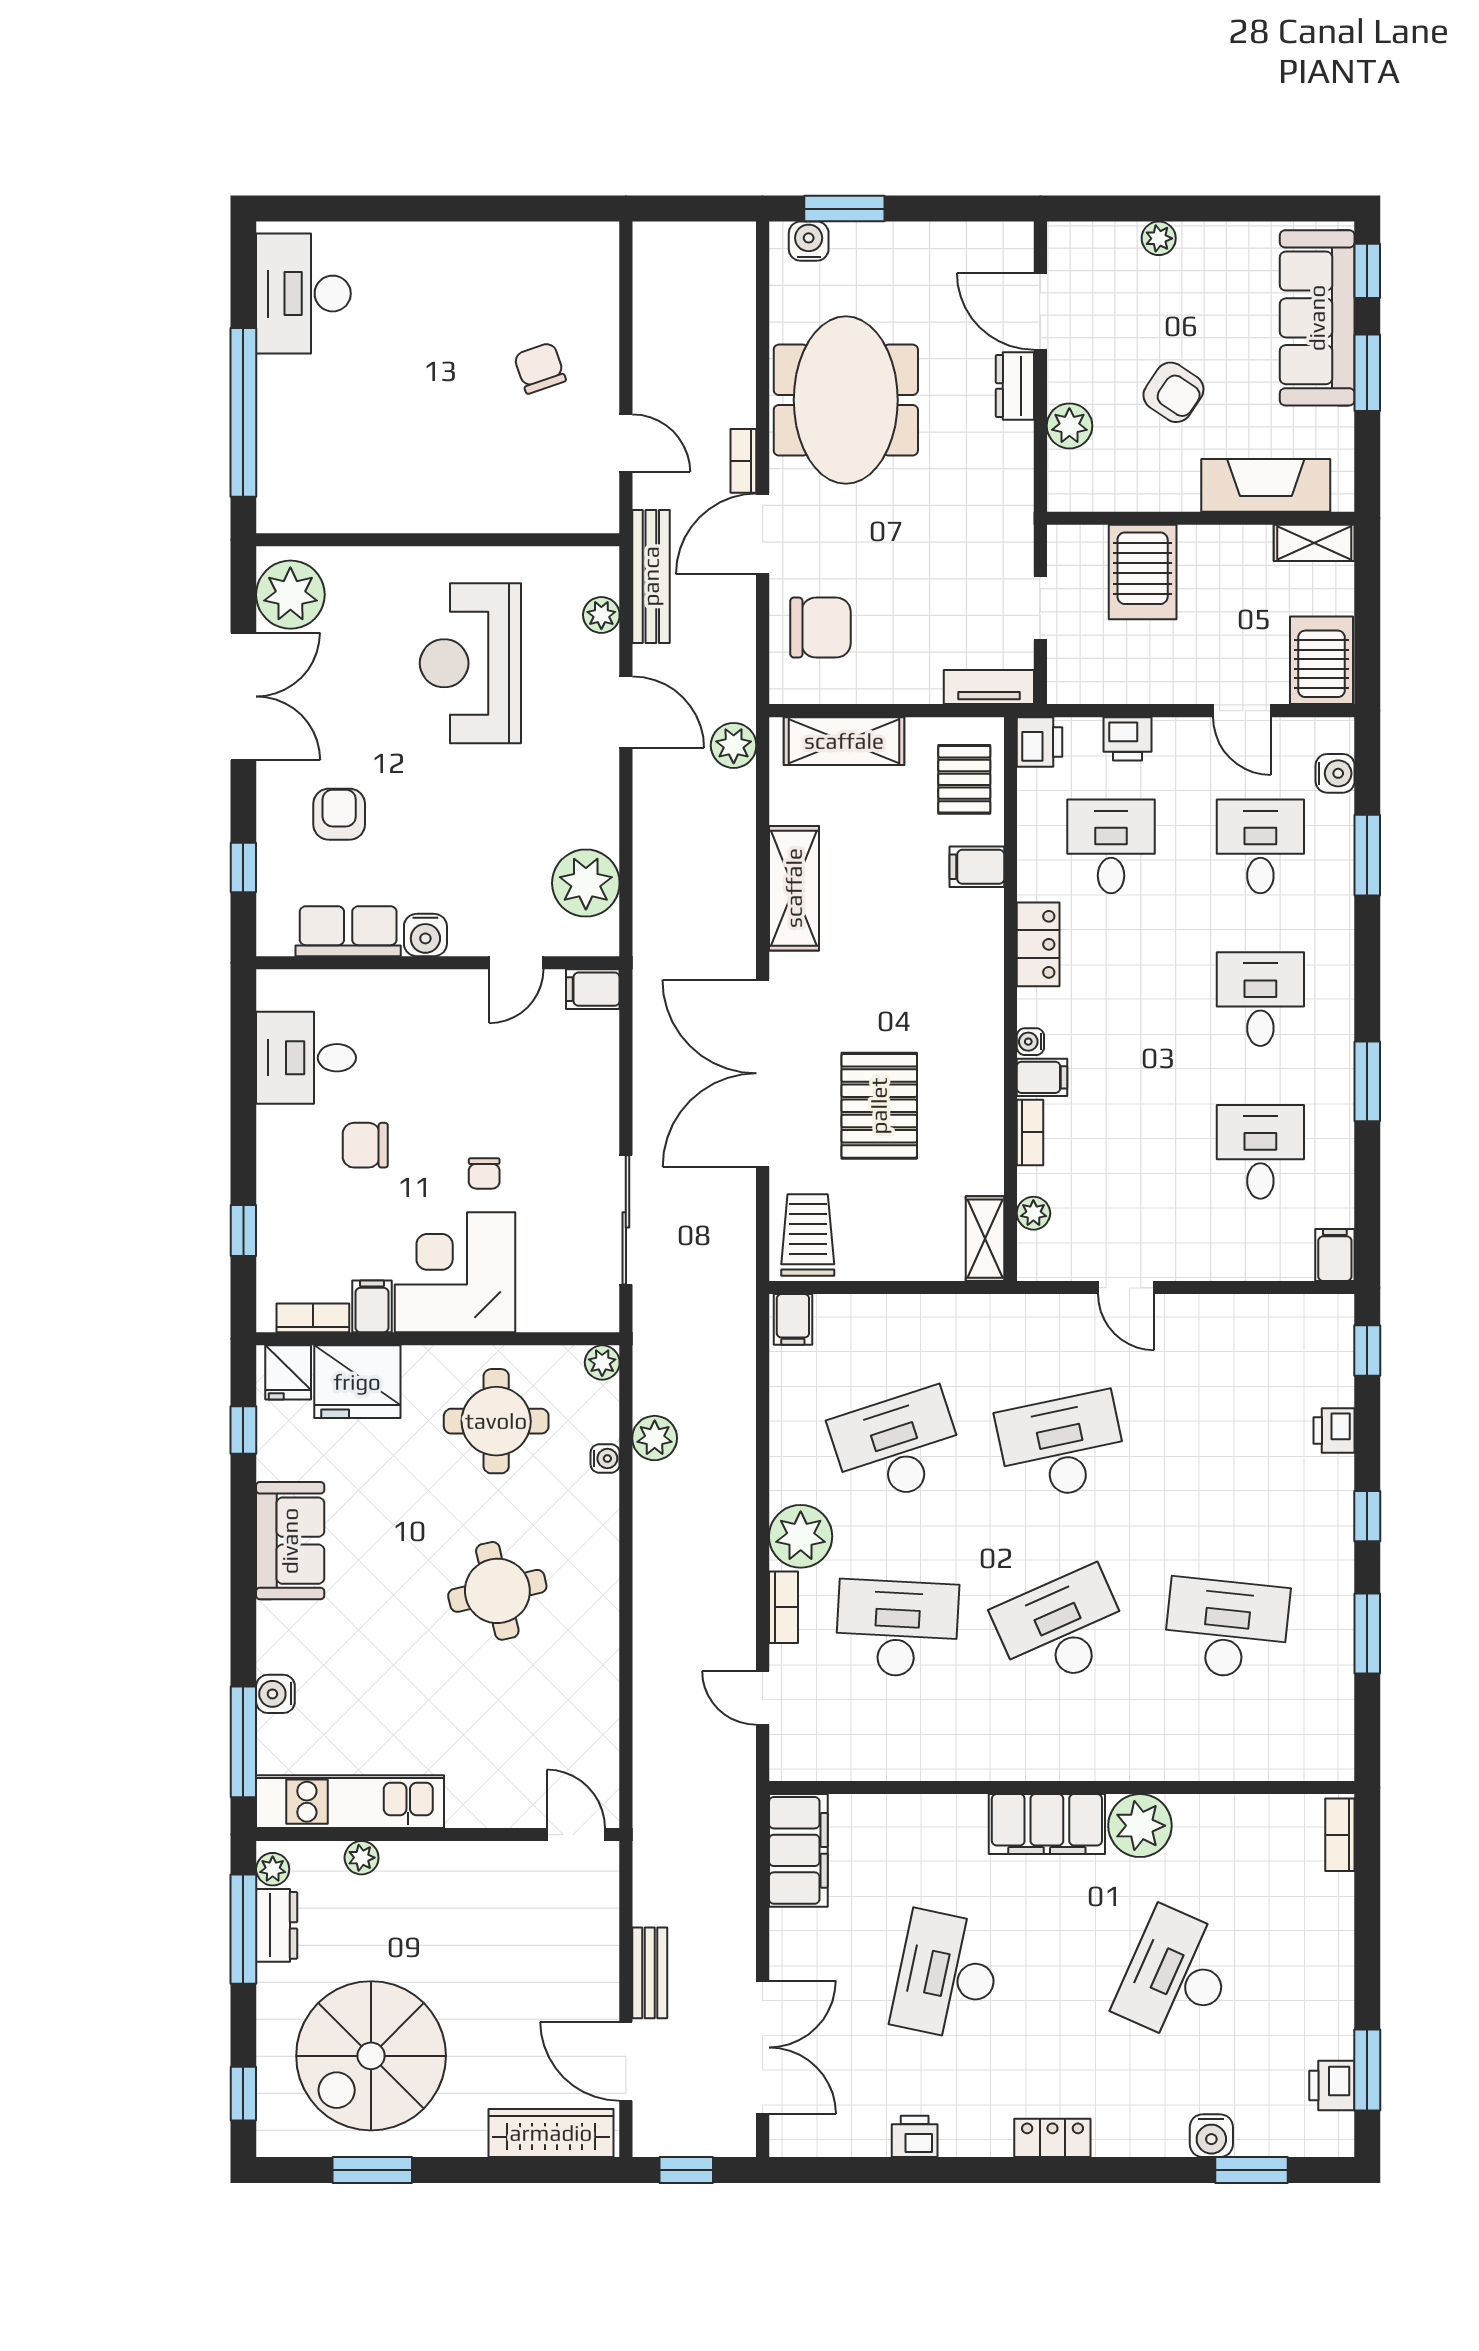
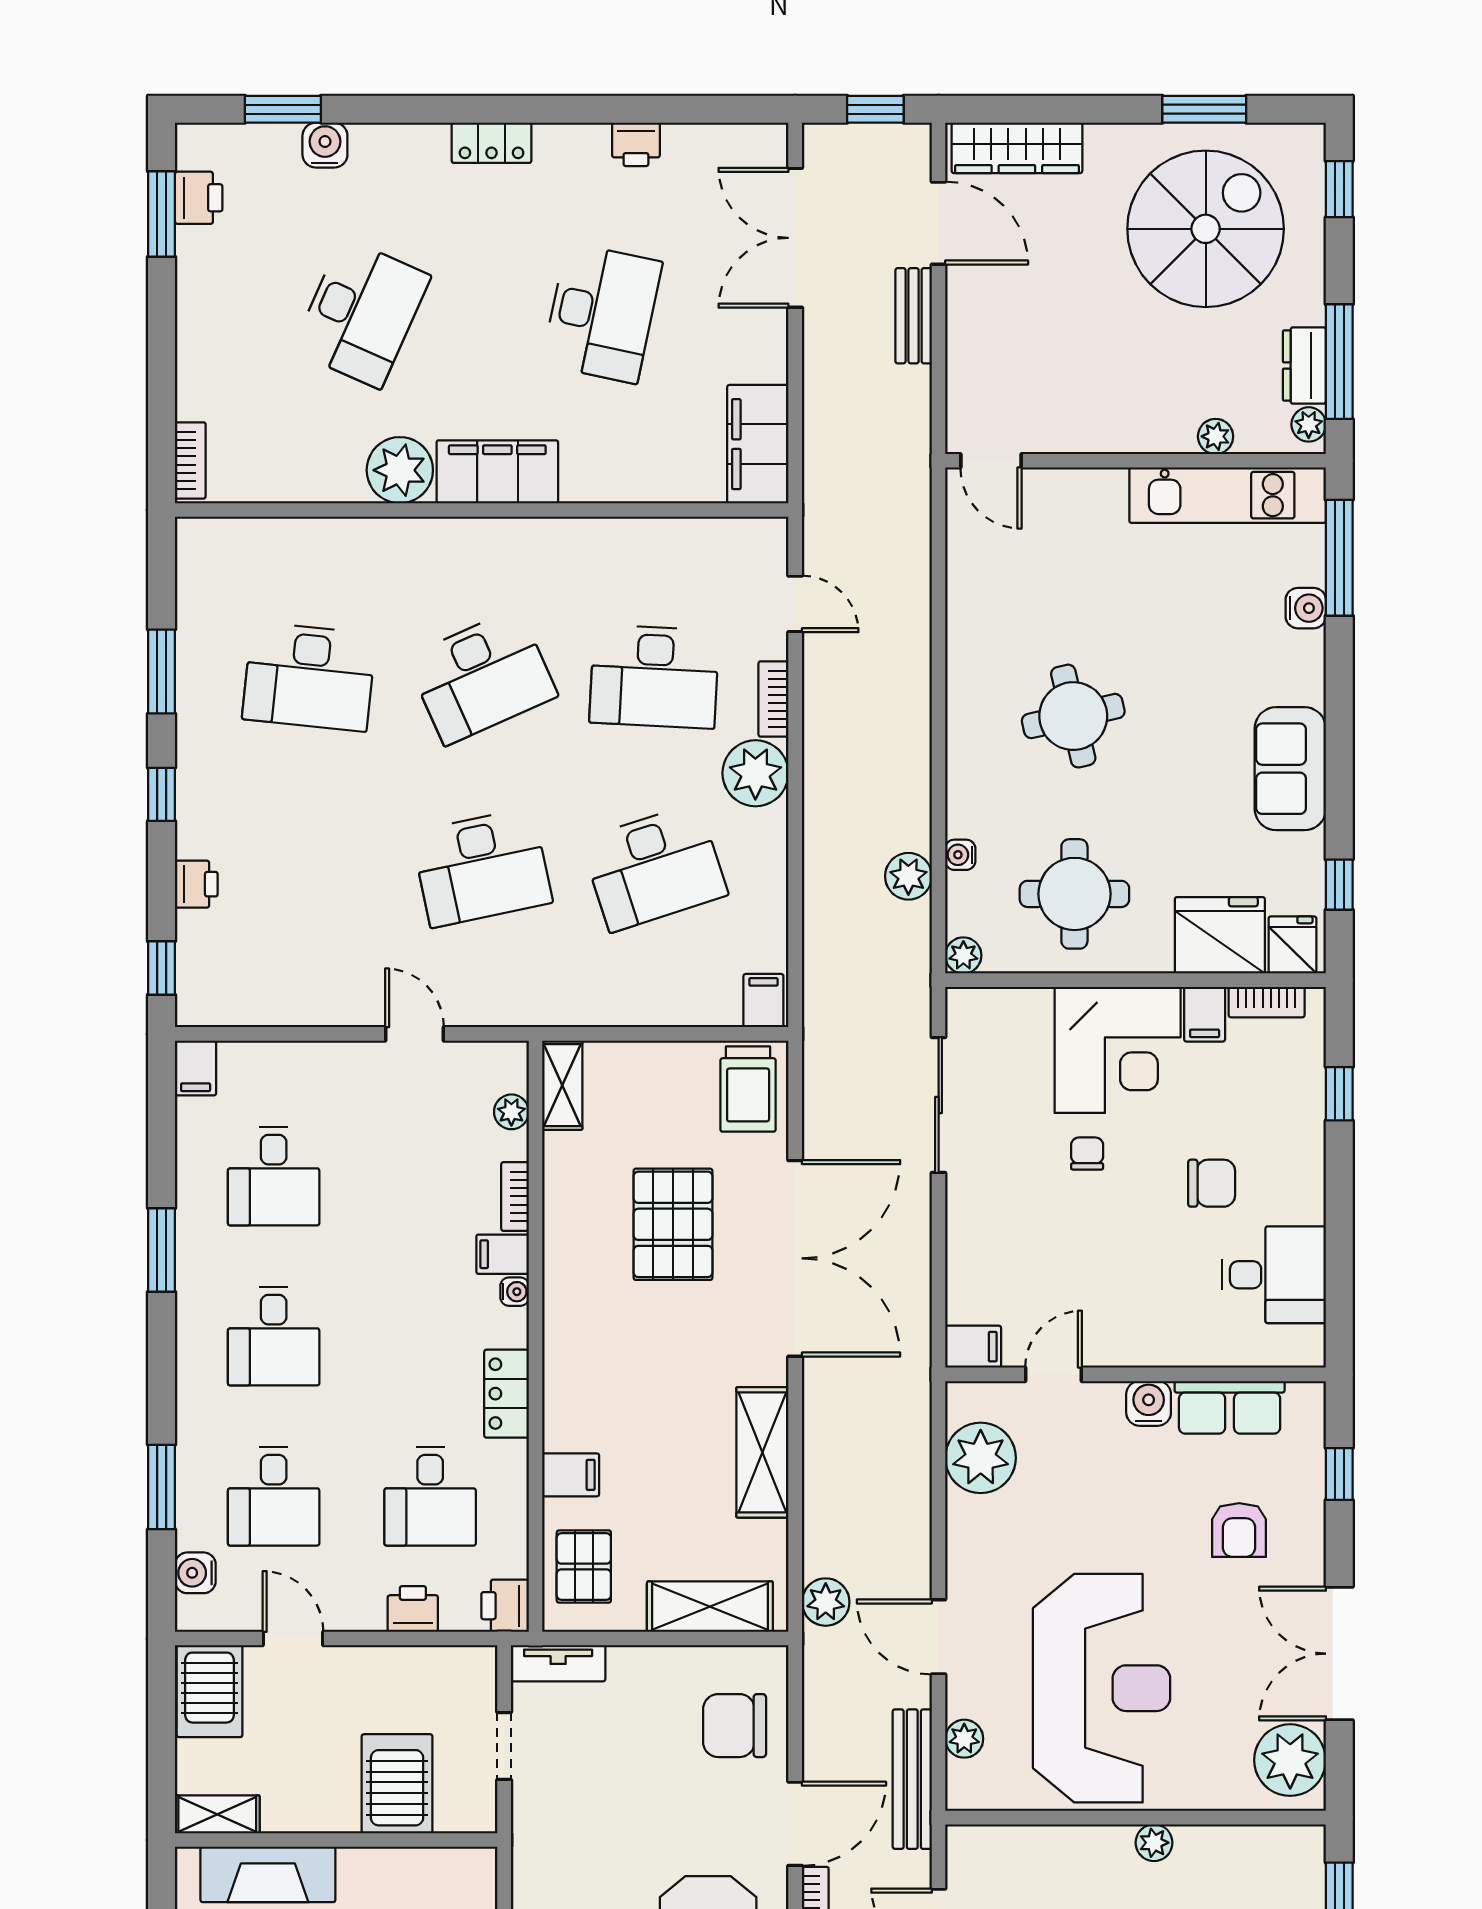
plant: (420, 516) -> (1154, 1843), added
reception desk: (470, 663) -> (1102, 1688), width x1.36, depth x1.30

